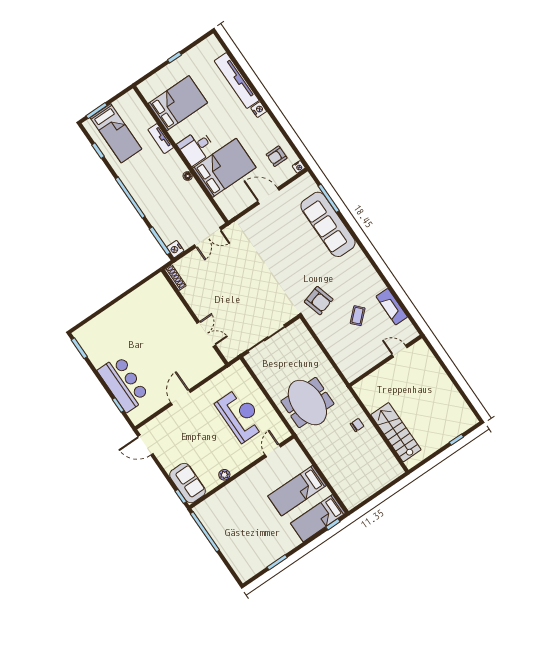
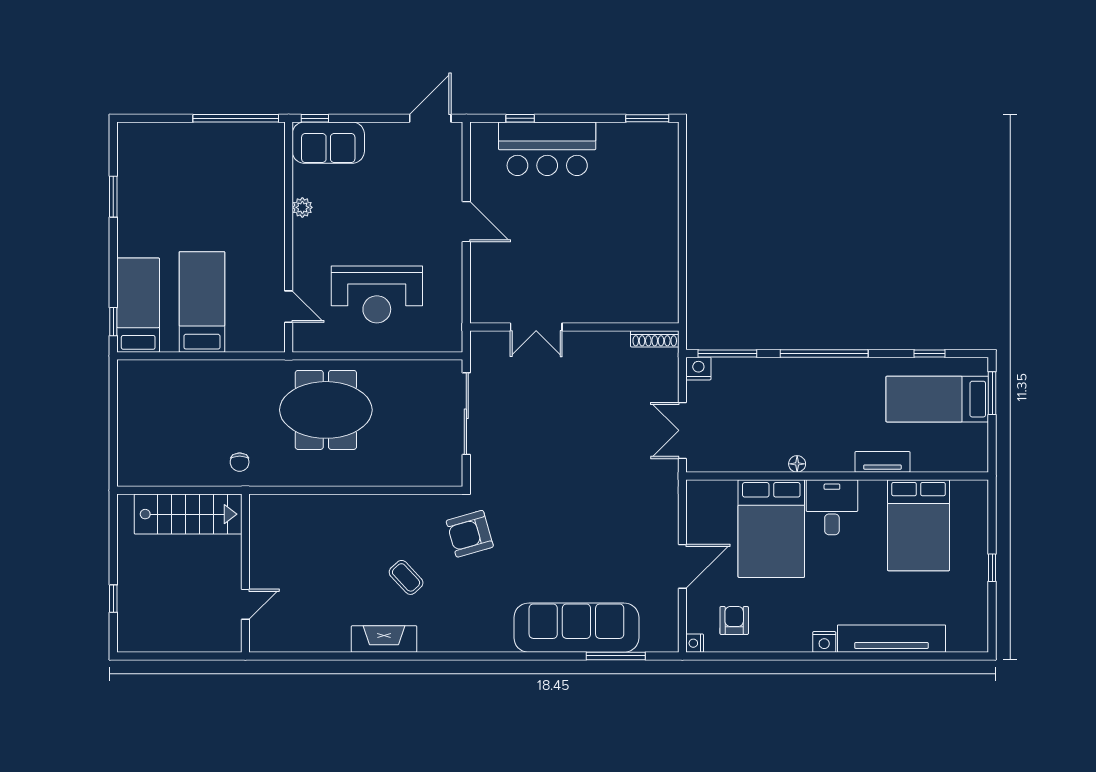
door: (400, 351) -> (245, 604), moved
wall: (386, 361) -> (245, 573), moved

